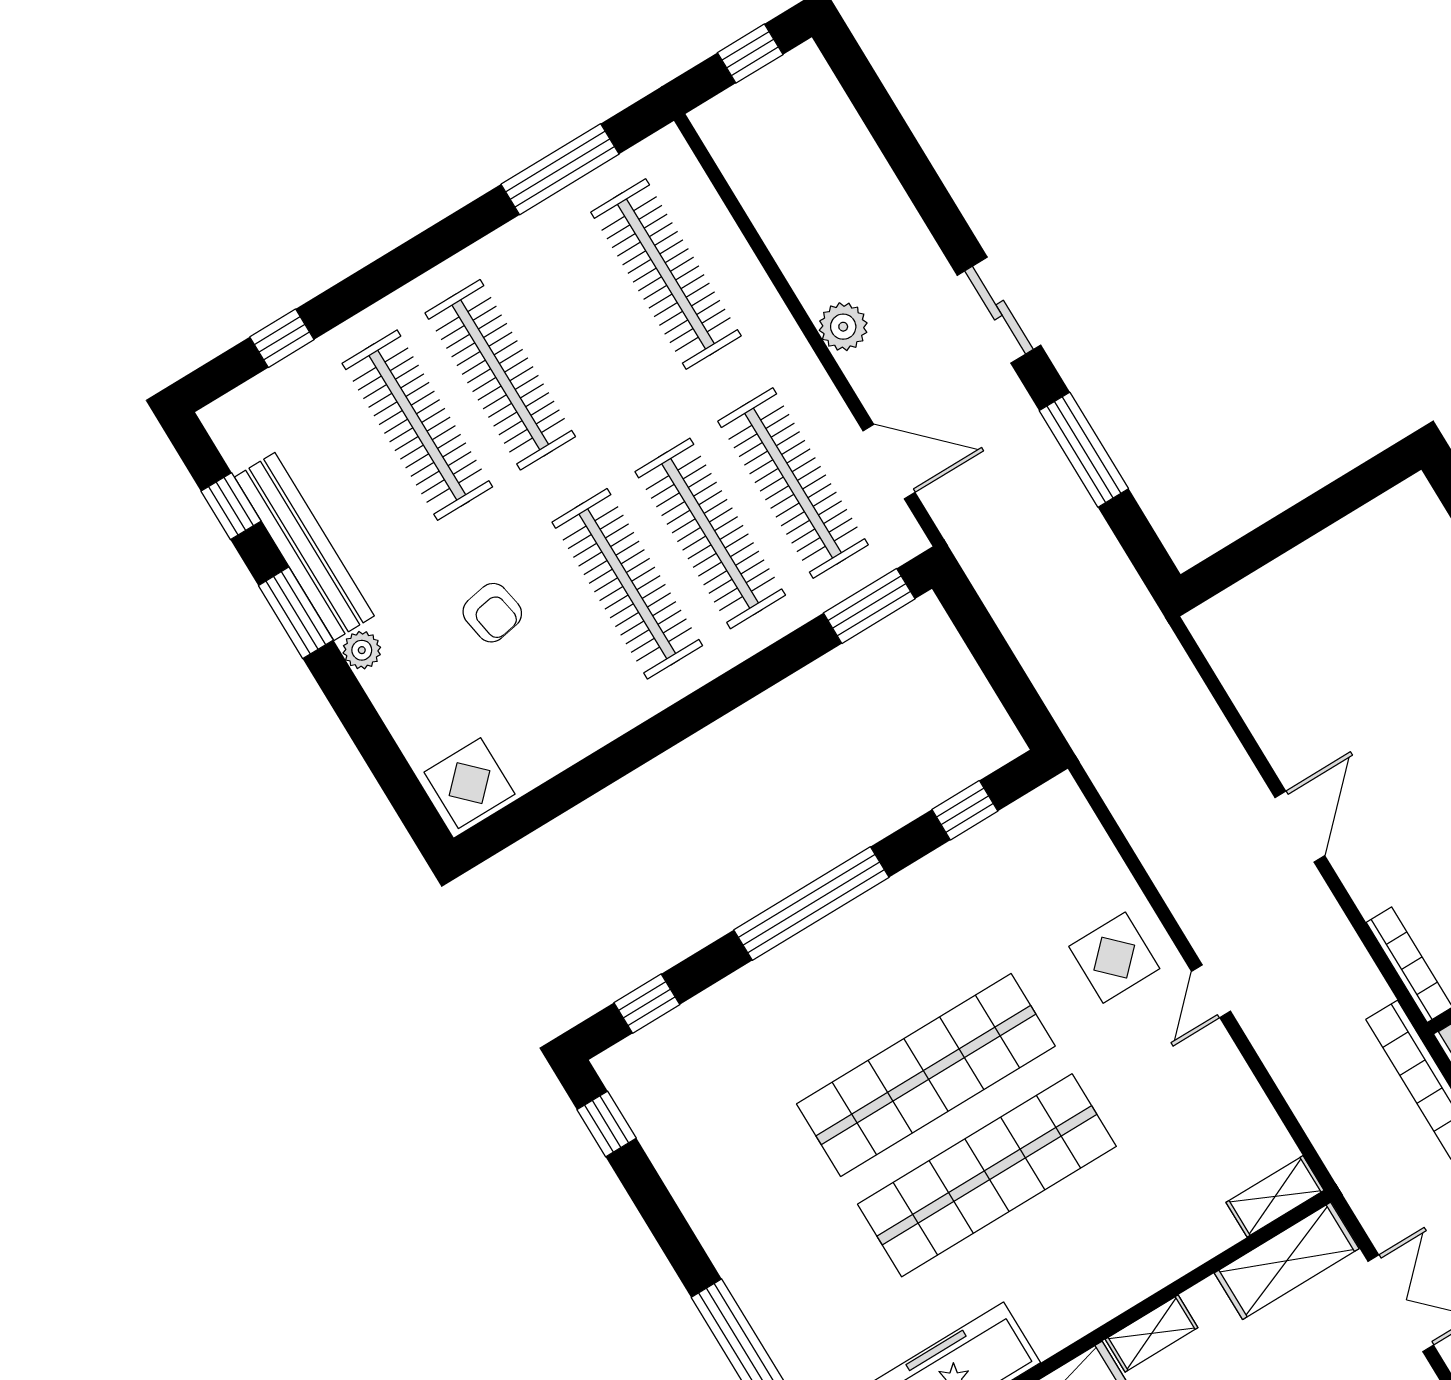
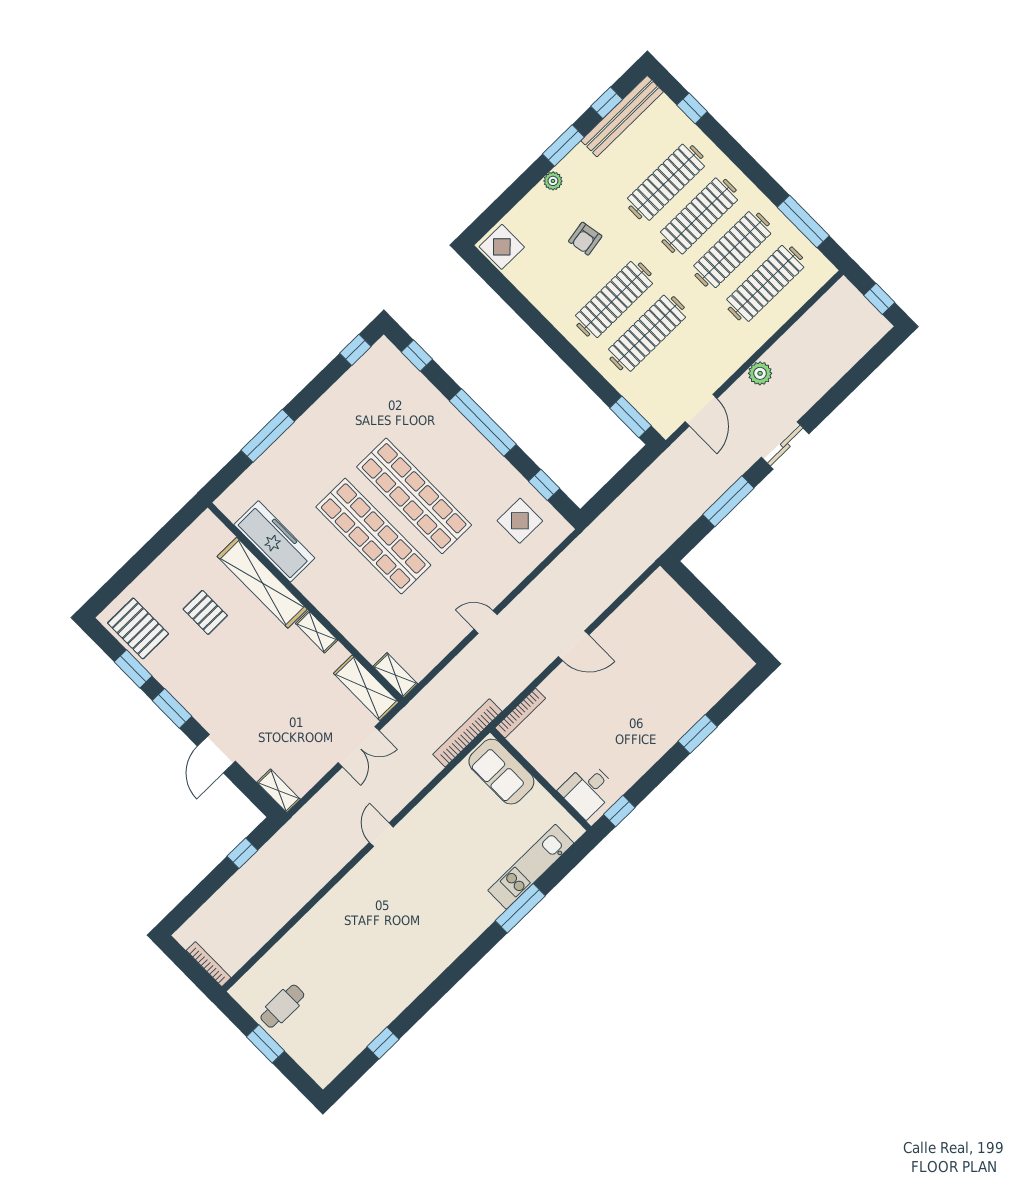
clothes rail: (793, 483) -> (732, 250), moved
bench: (304, 547) -> (622, 116), moved
display table: (1114, 958) -> (520, 521), moved

